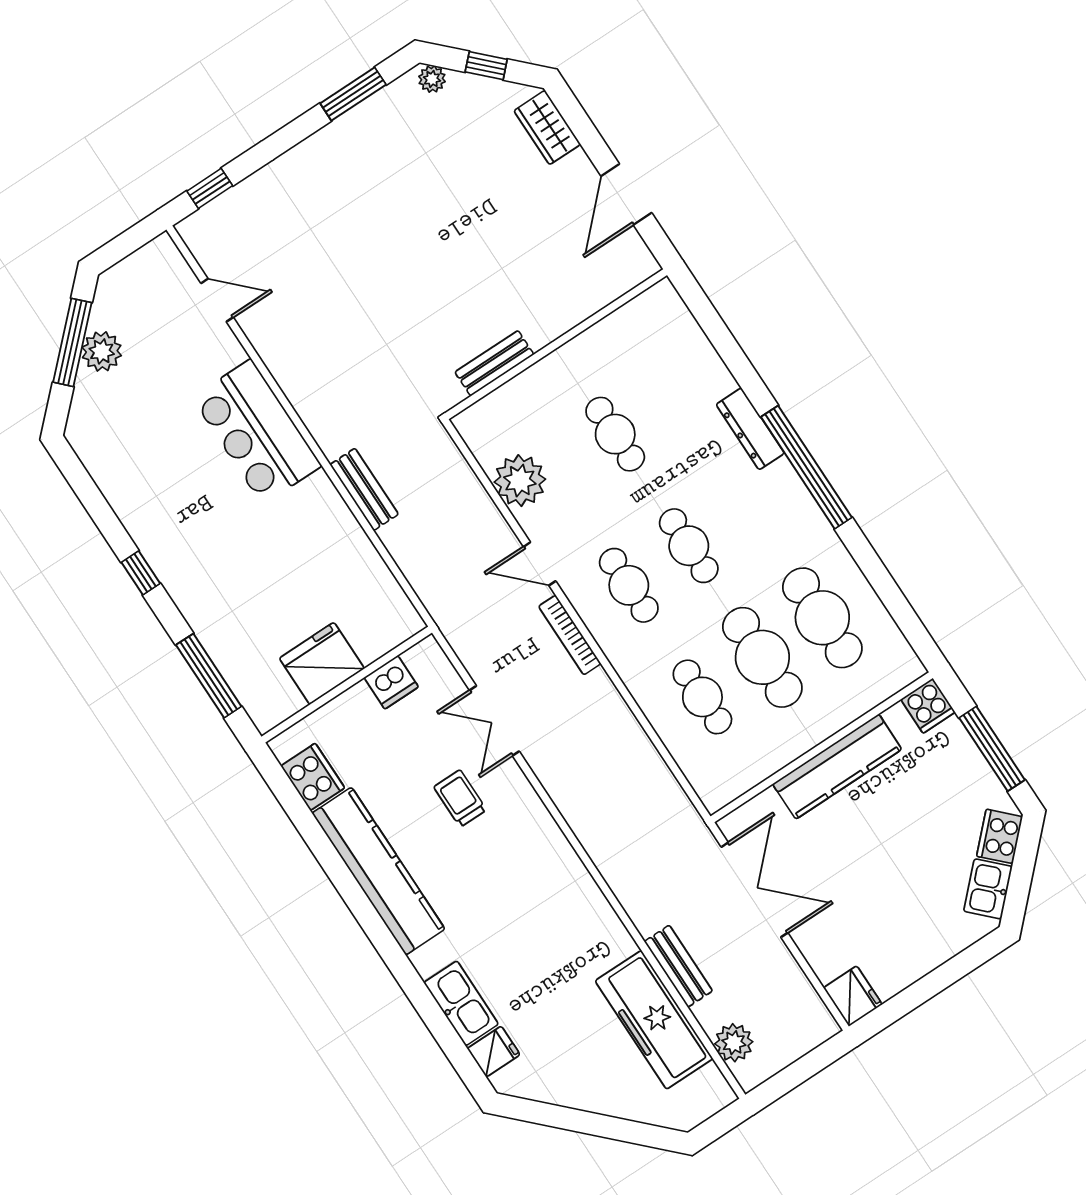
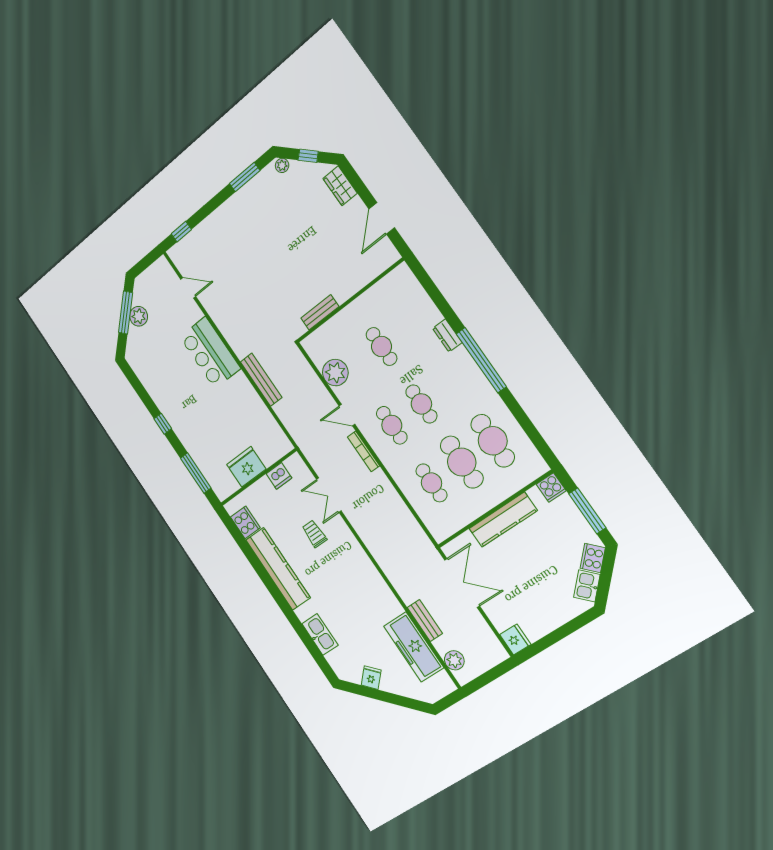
dresser: (750, 429) -> (447, 335), width x0.70
bench: (364, 489) -> (261, 380), width x1.36
fridge: (494, 1052) -> (371, 678), moved, turned -45

